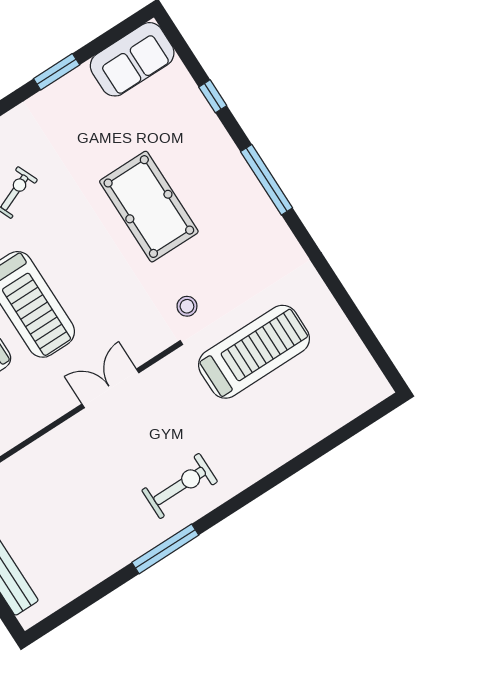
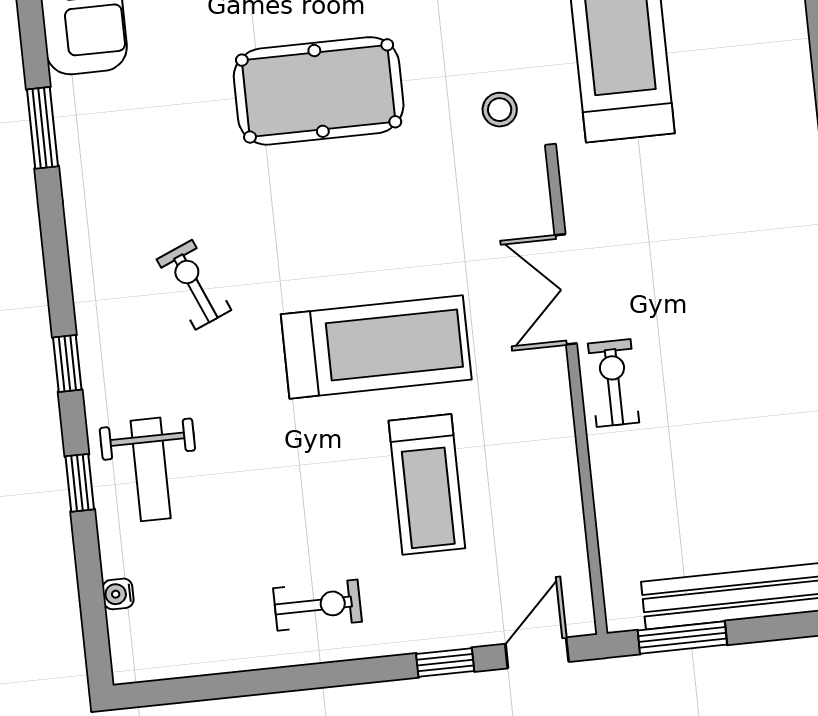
exercise bike: (180, 486) -> (614, 383), moved, width x0.73, depth x0.72

